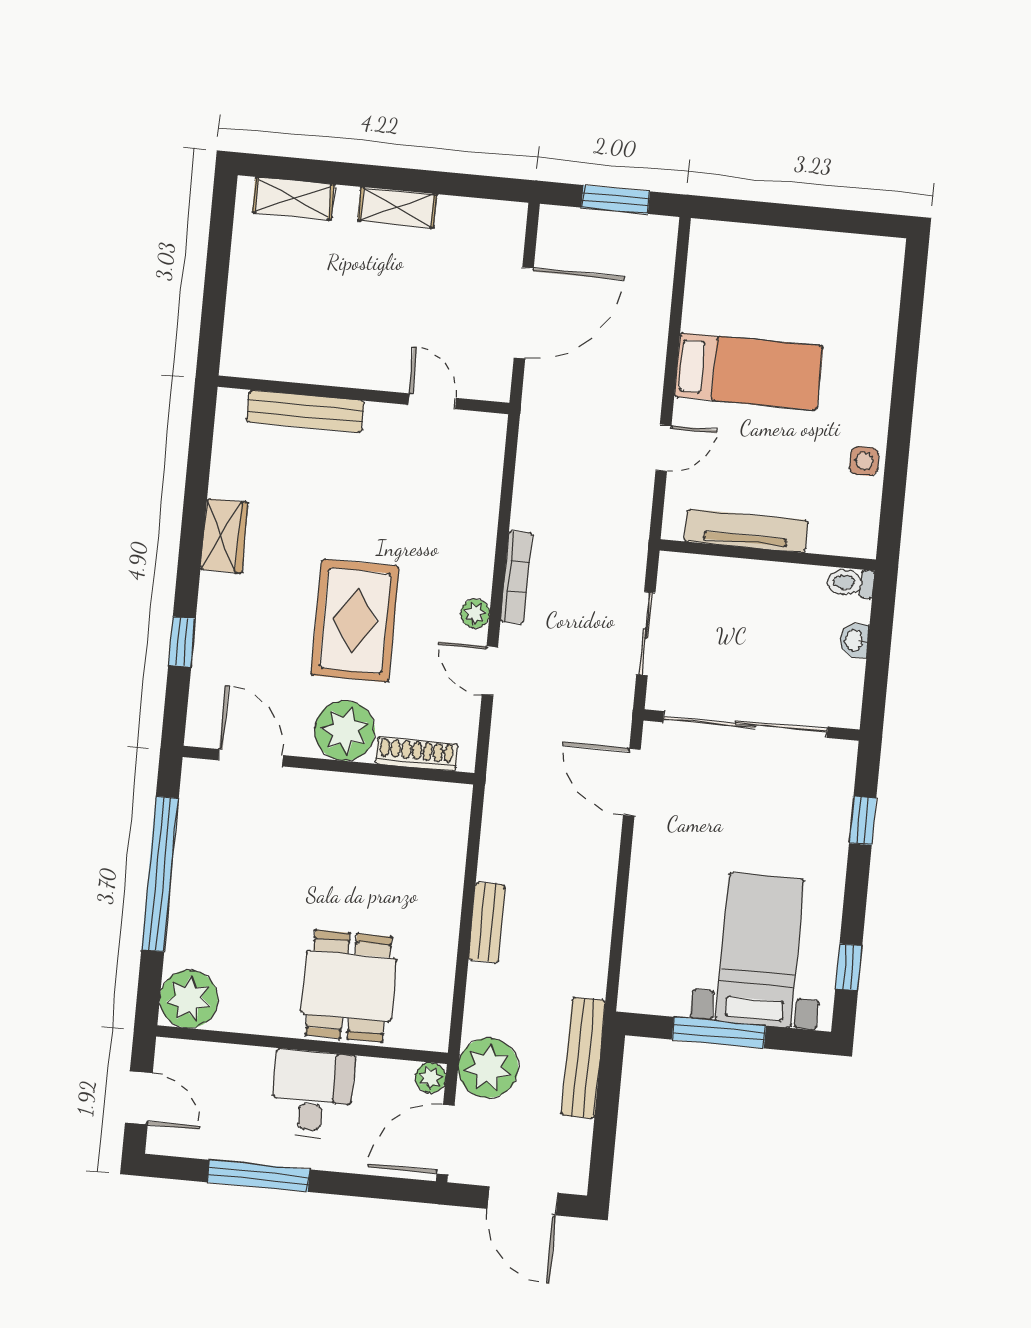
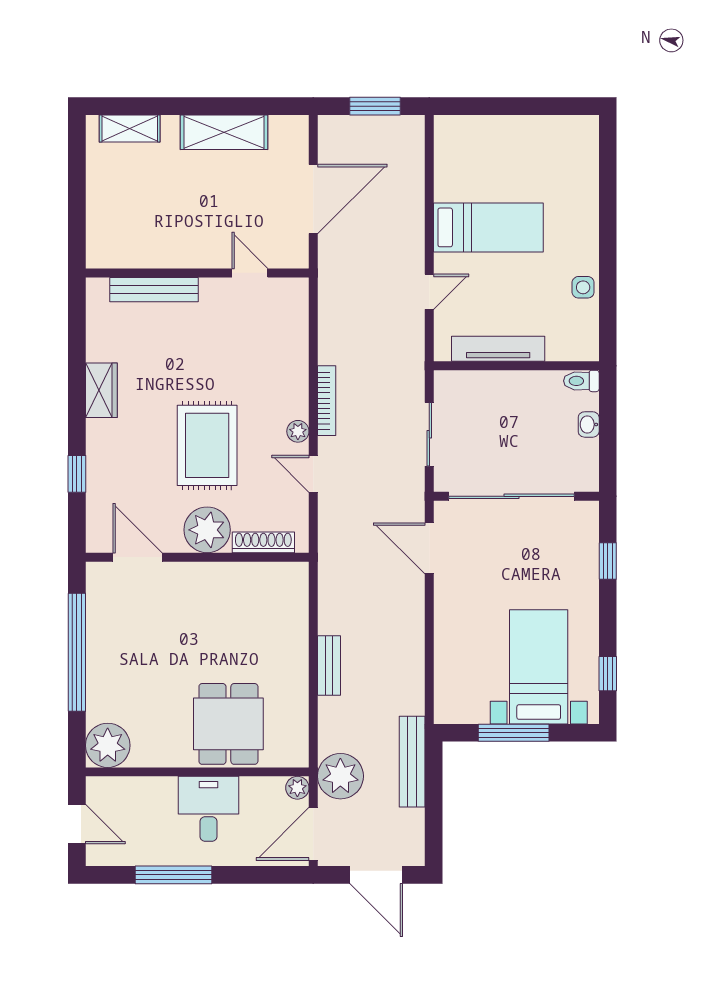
shelving: (397, 207) -> (224, 132), width x1.50, depth x1.33

